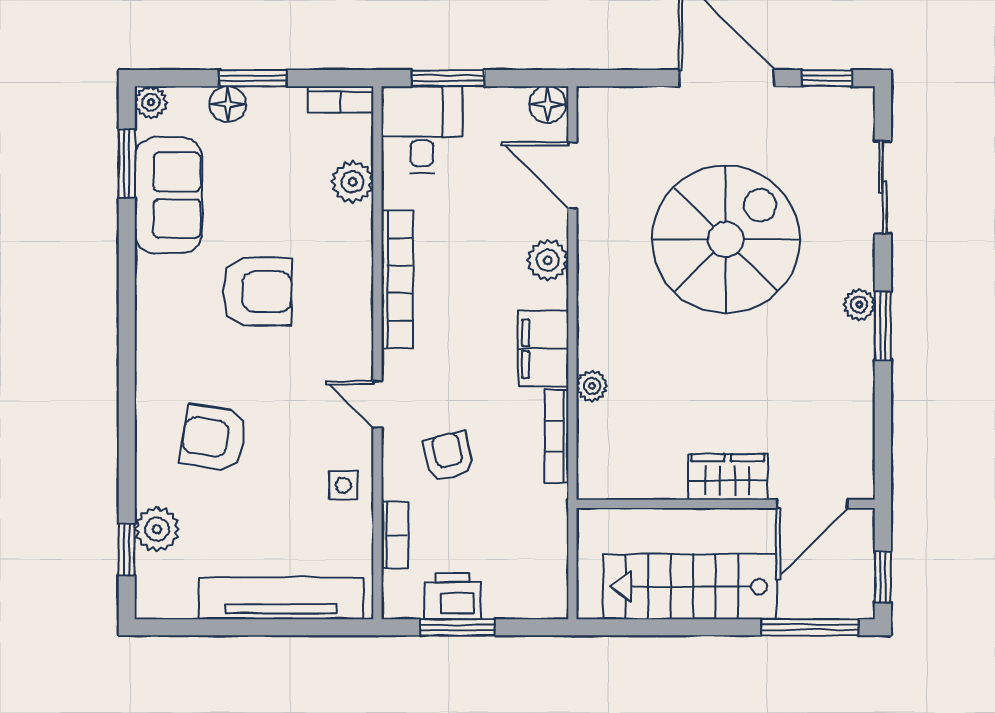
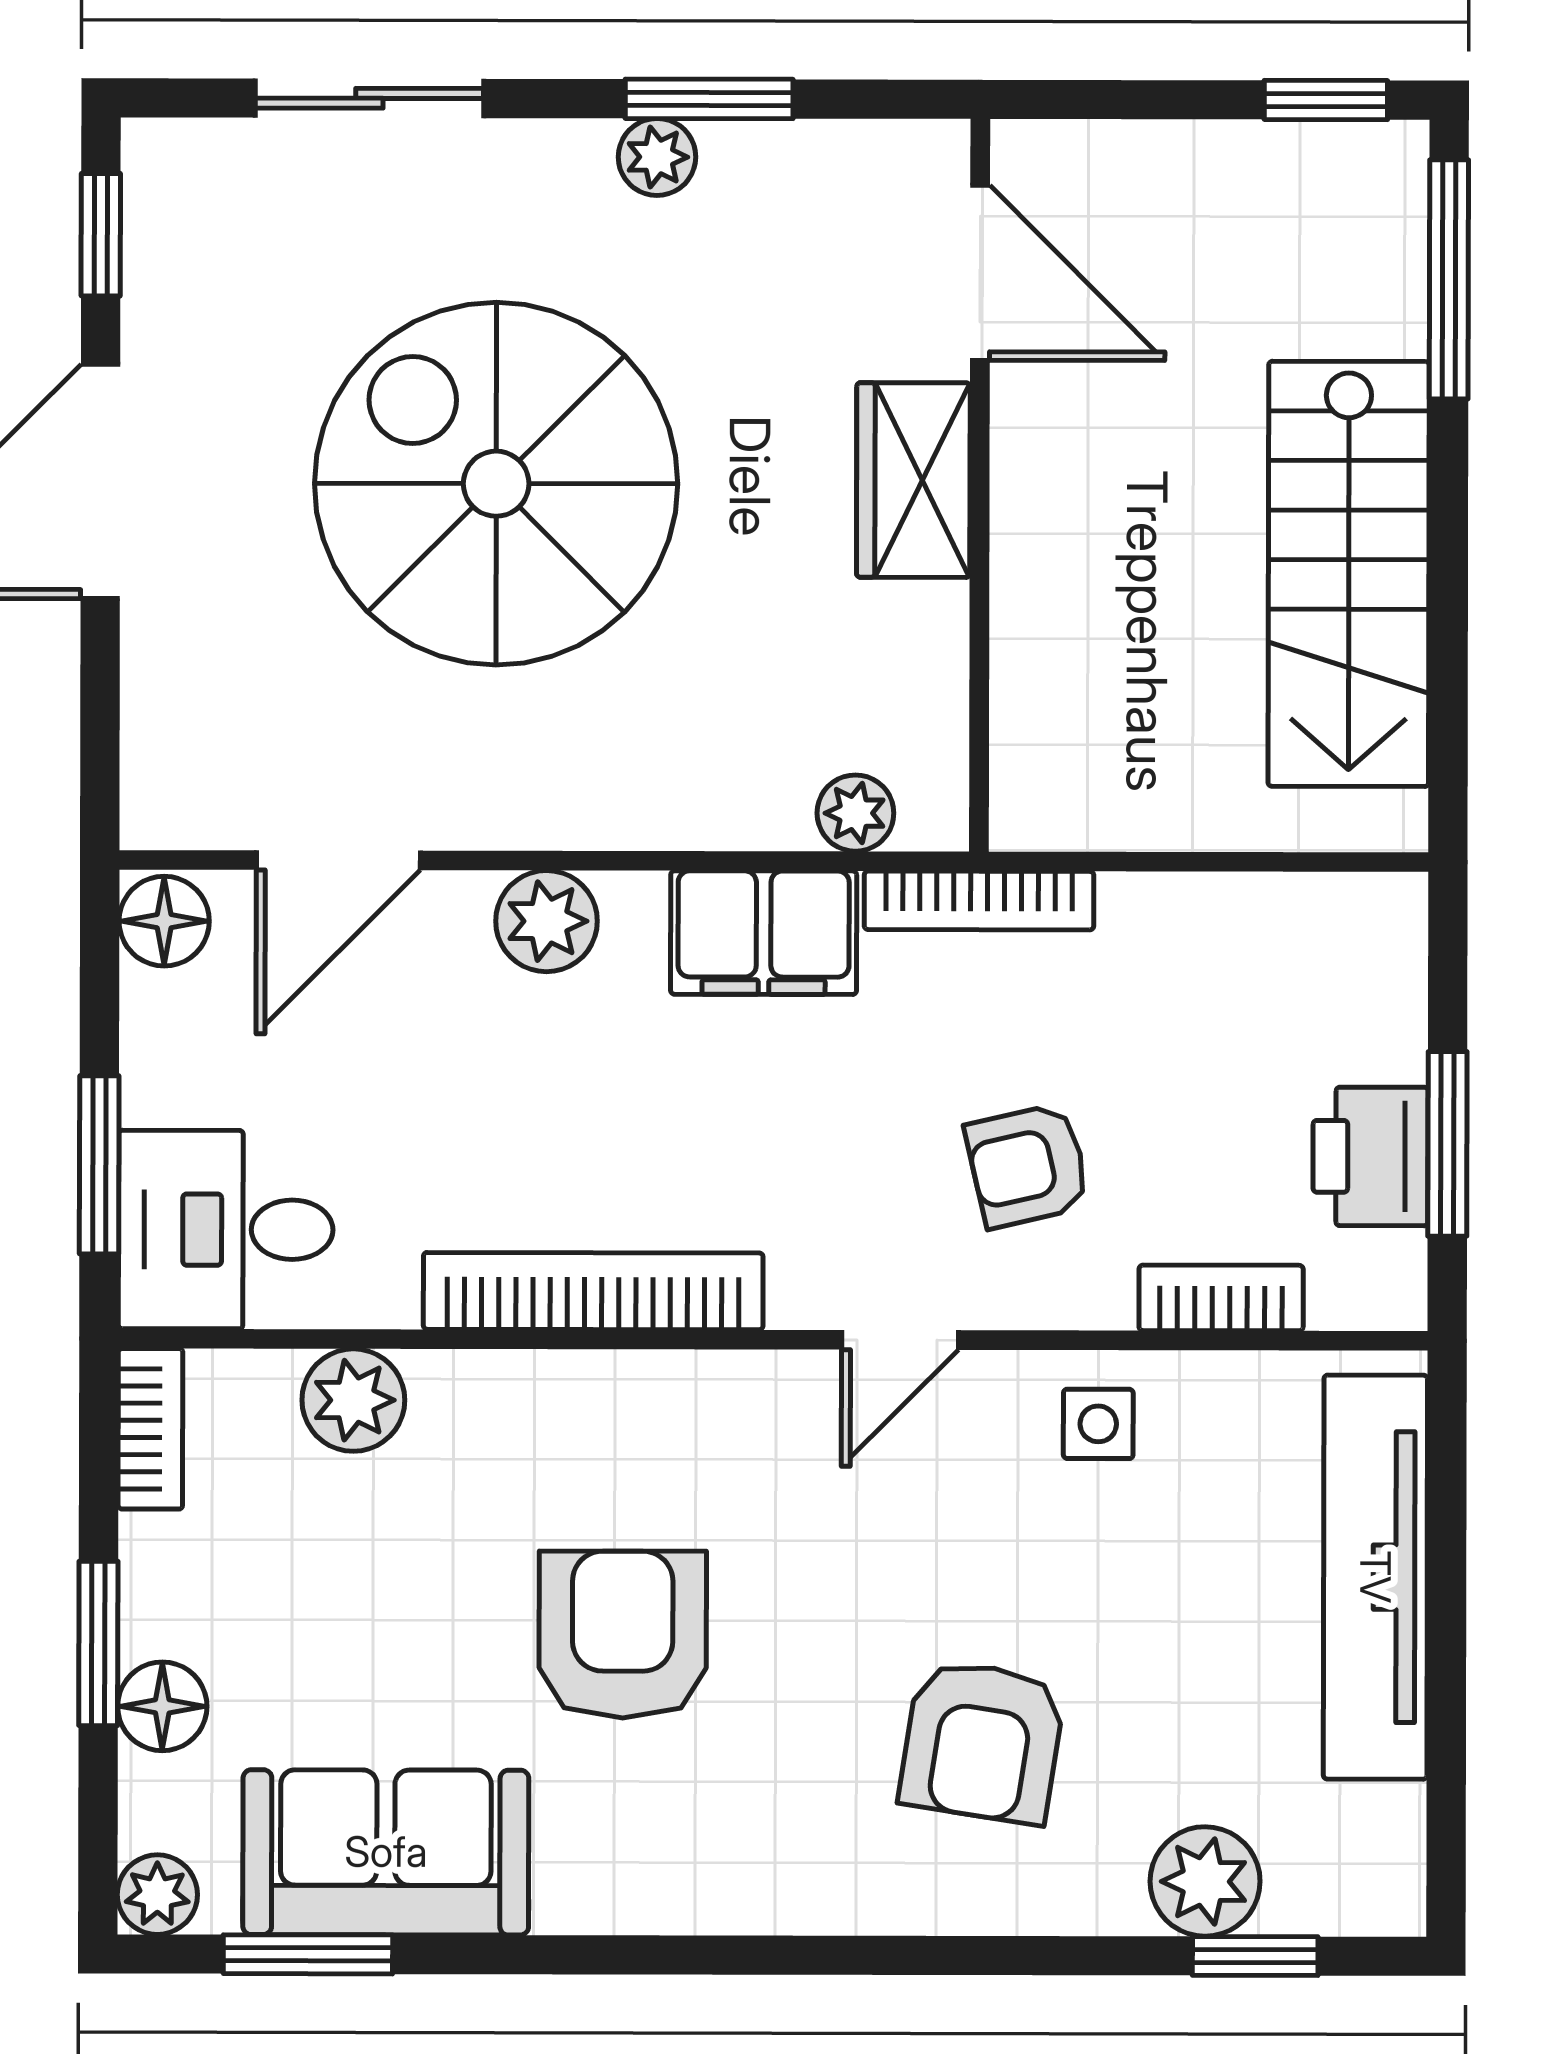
wardrobe: (728, 477) -> (913, 480), moved
wall: (726, 504) -> (980, 485), moved
door: (812, 504) -> (980, 273), moved

